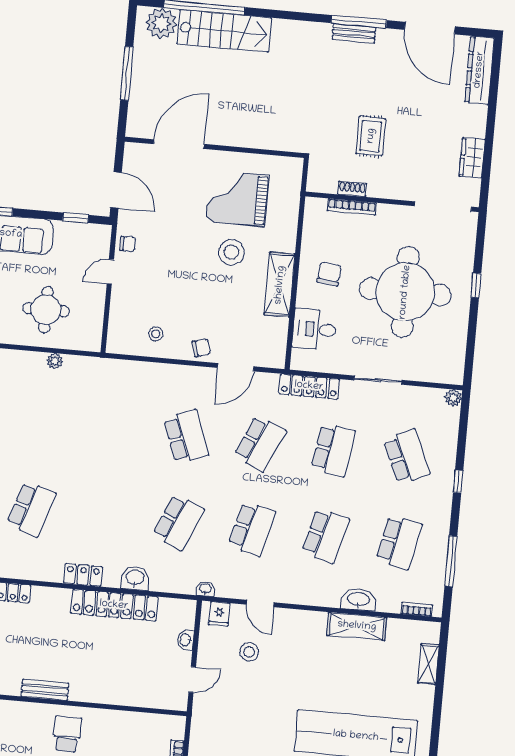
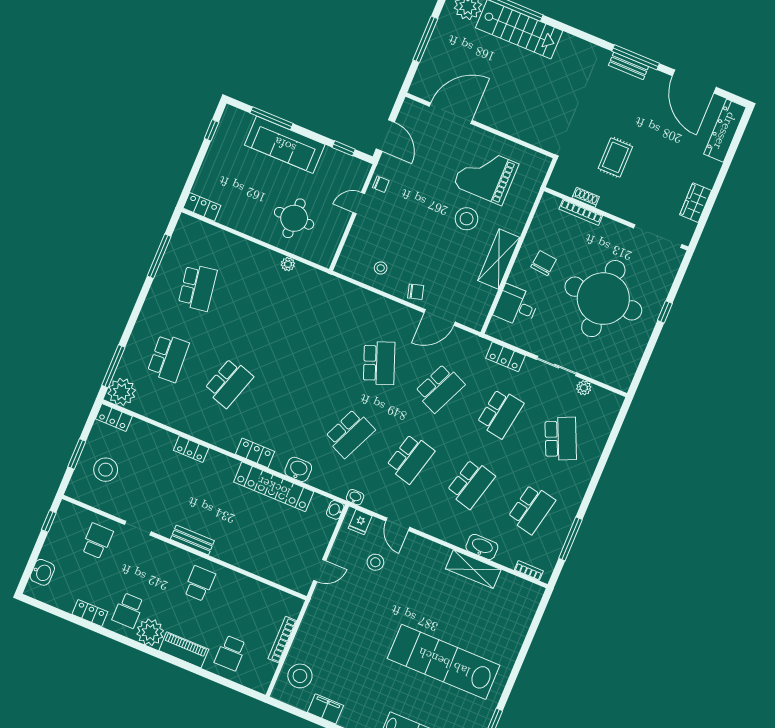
locker: (309, 386) -> (505, 357), width x0.66
plant: (453, 398) -> (584, 388), moved
window: (458, 481) -> (598, 473), removed
washbasin: (185, 640) -> (335, 510), moved
shelving: (428, 664) -> (524, 620), removed

